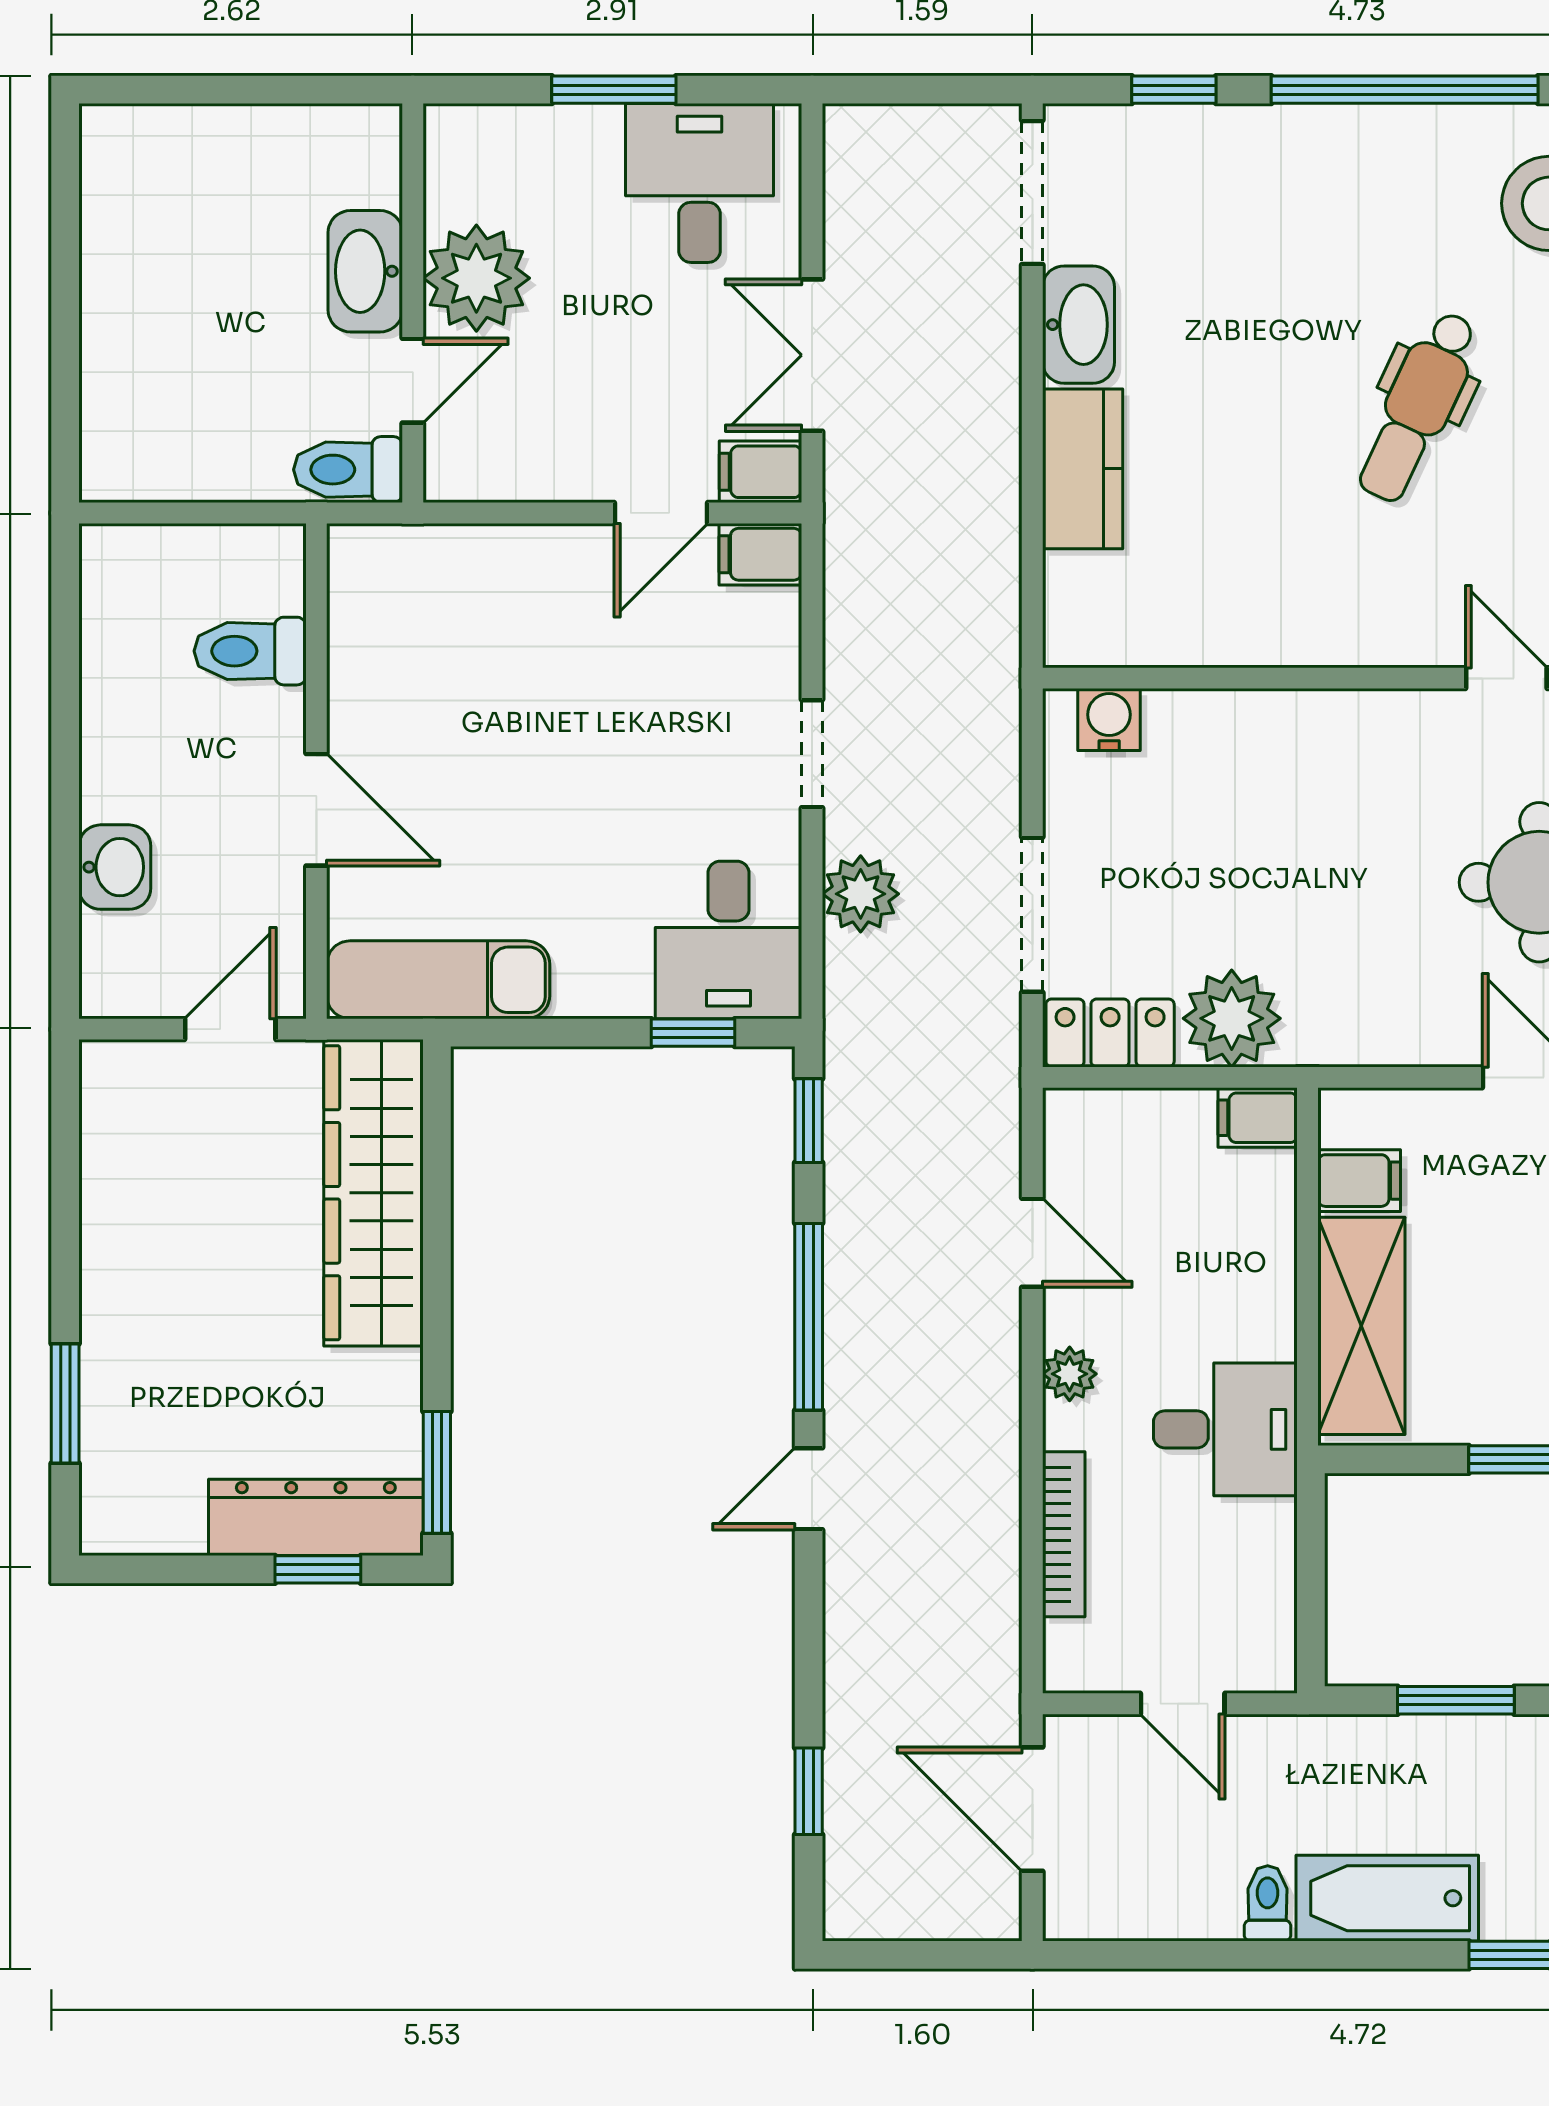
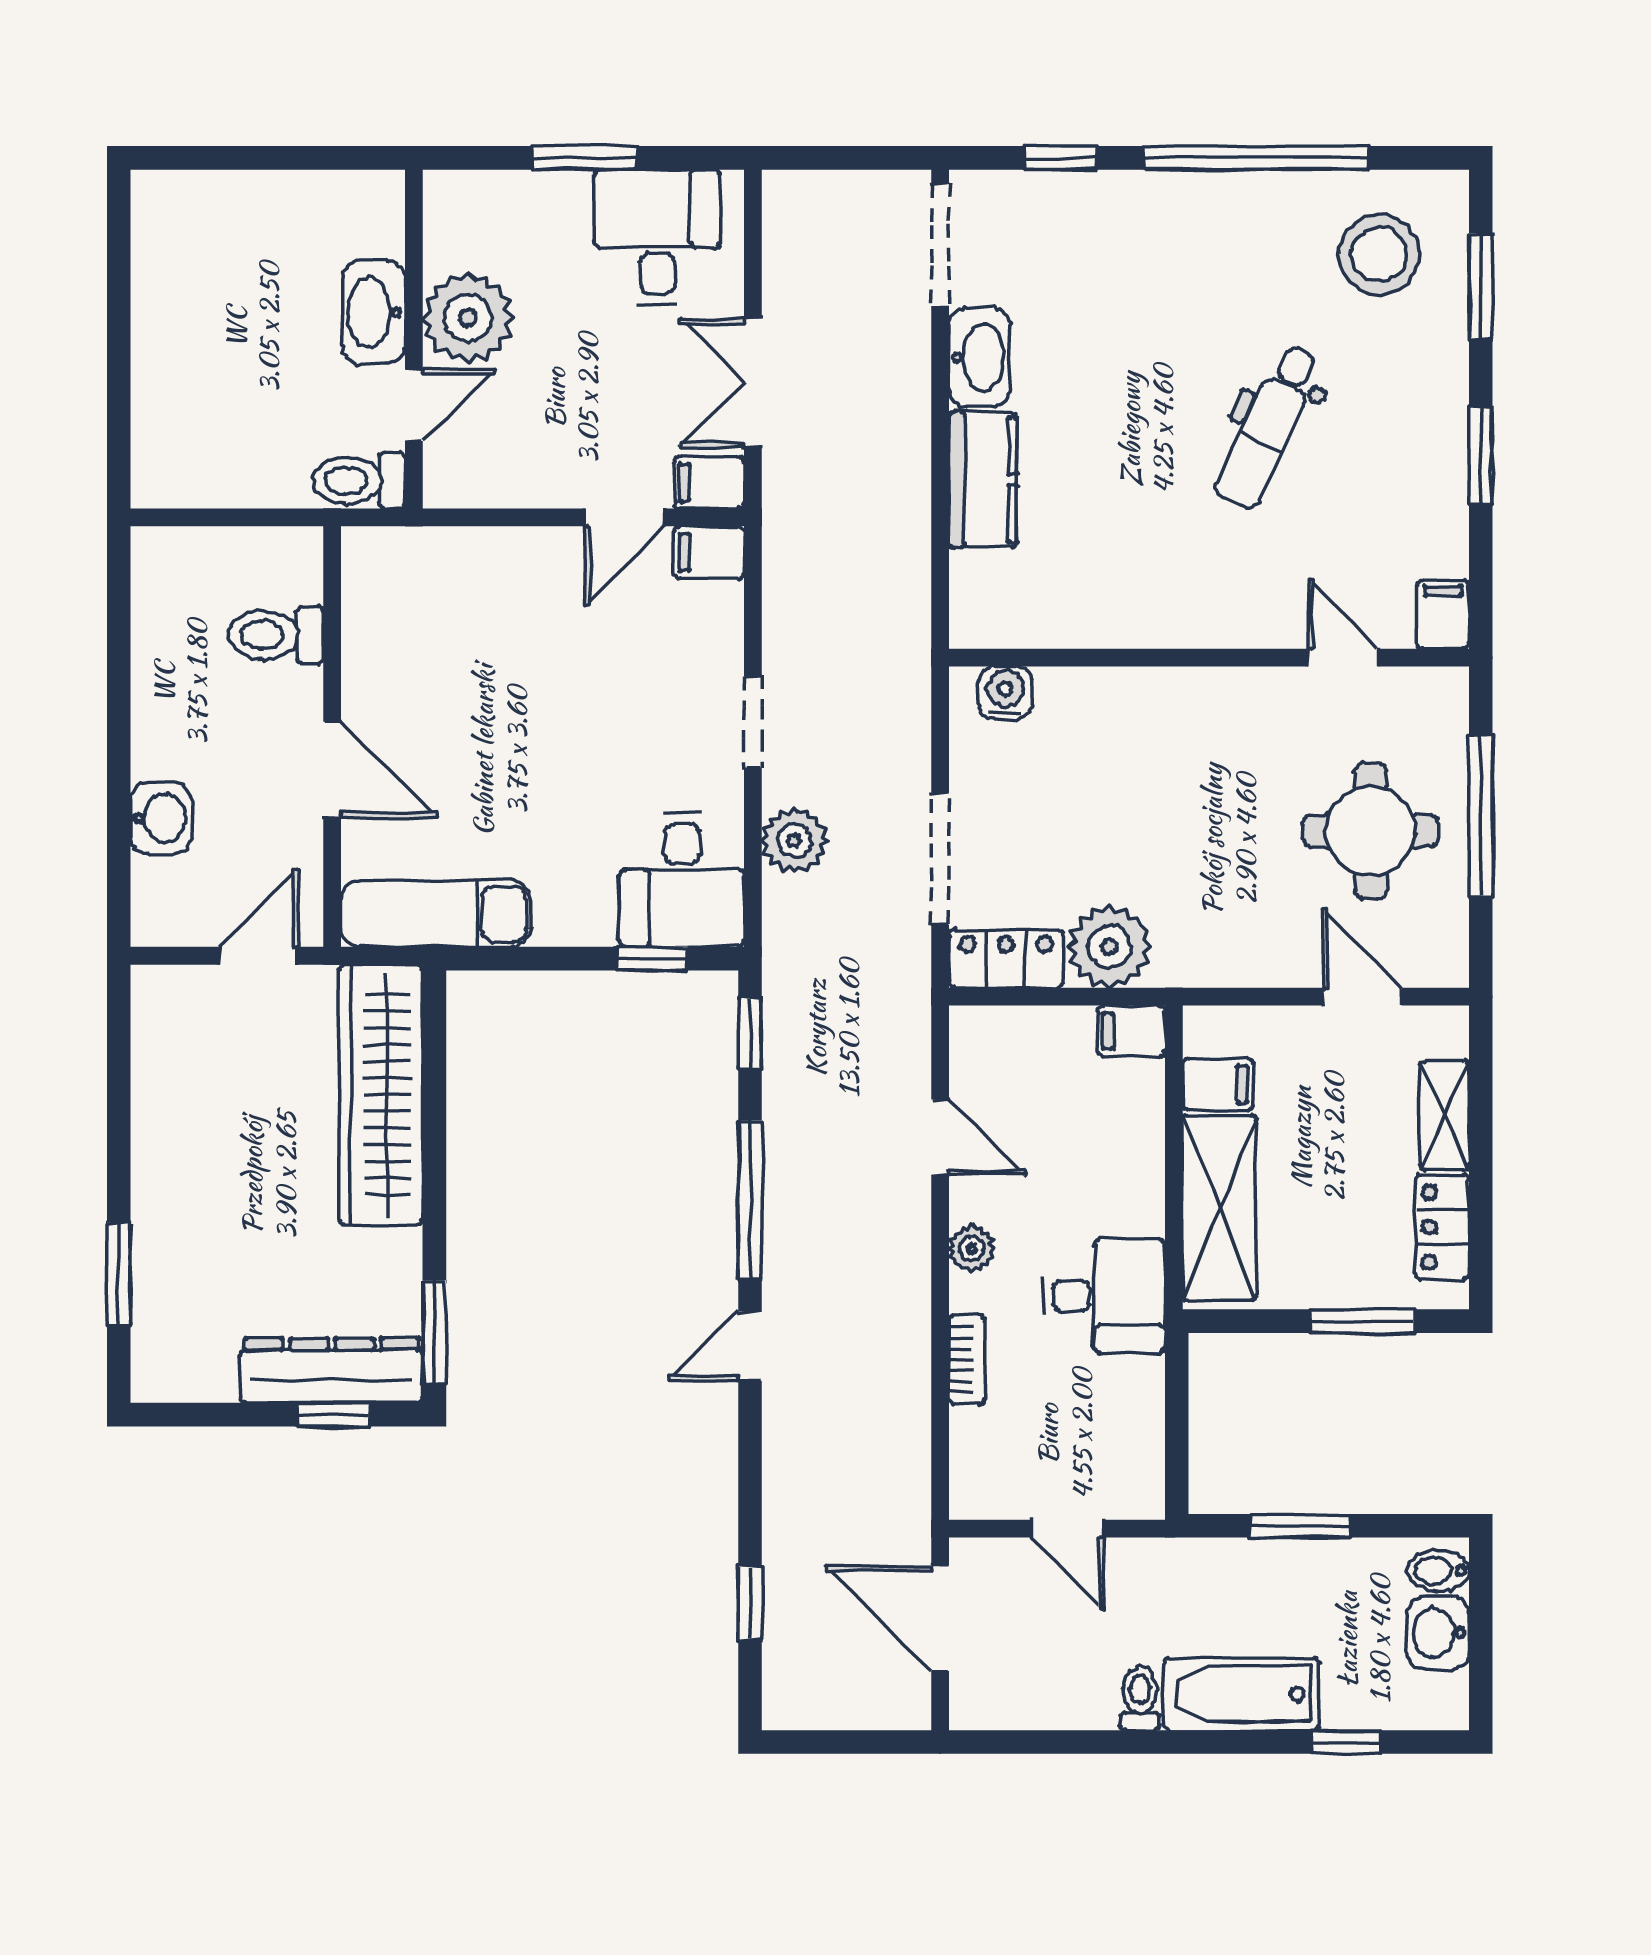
bookcase: (1064, 1534) -> (967, 1360), width x0.64

